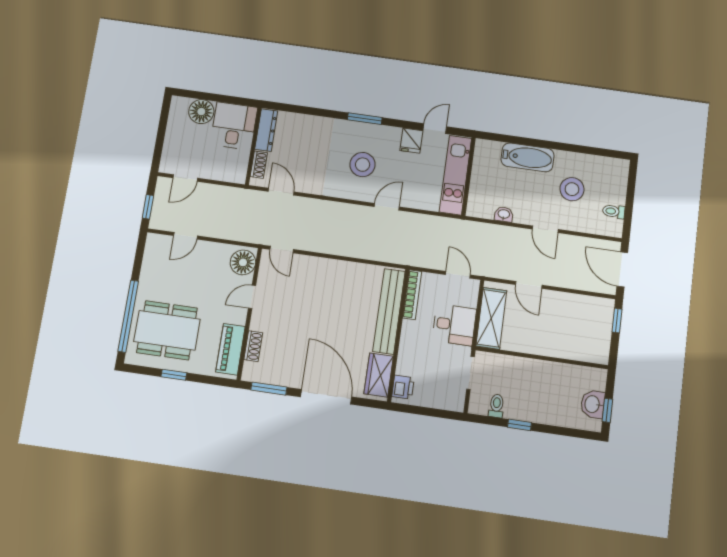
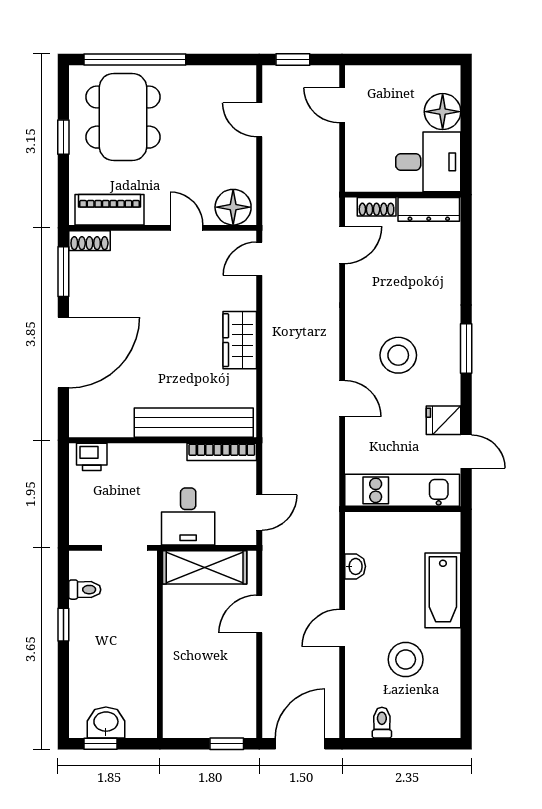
shoe rack: (253, 346) -> (89, 241), moved
wardrobe: (379, 375) -> (240, 340), moved, turned -90

